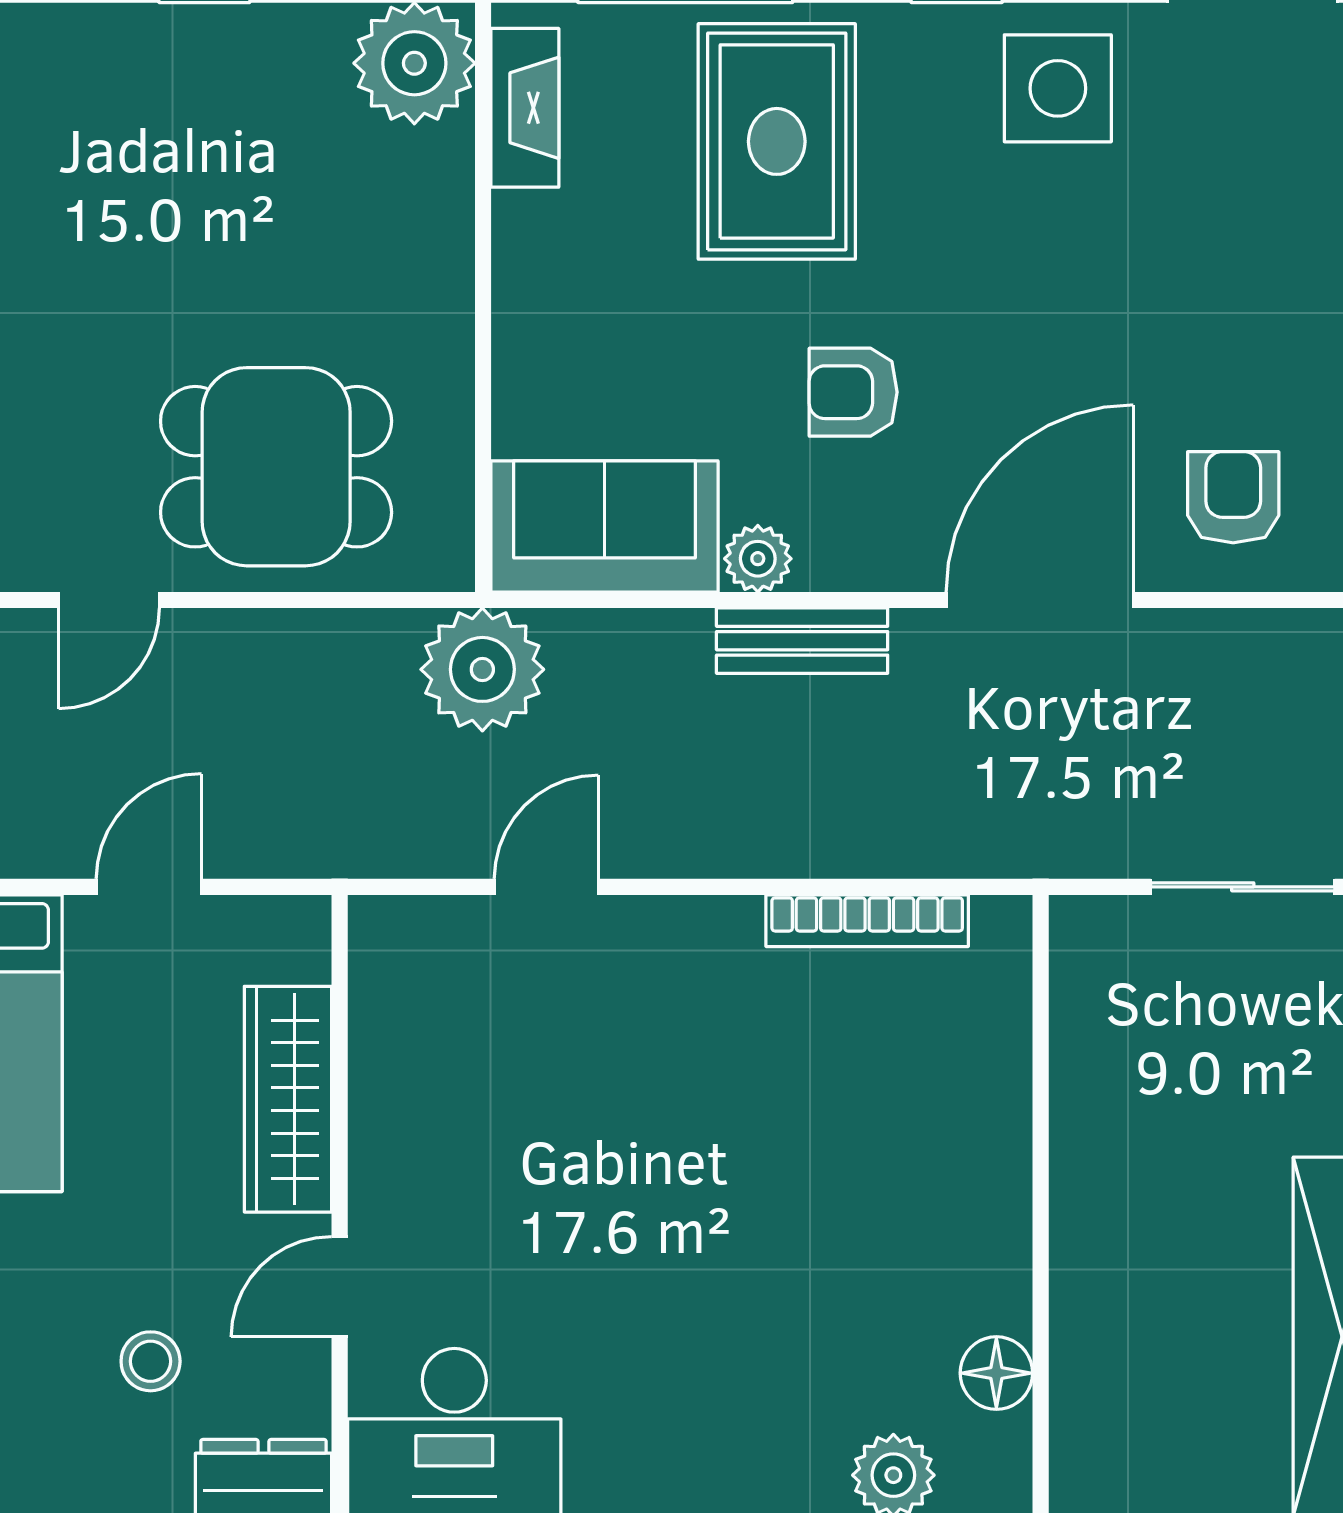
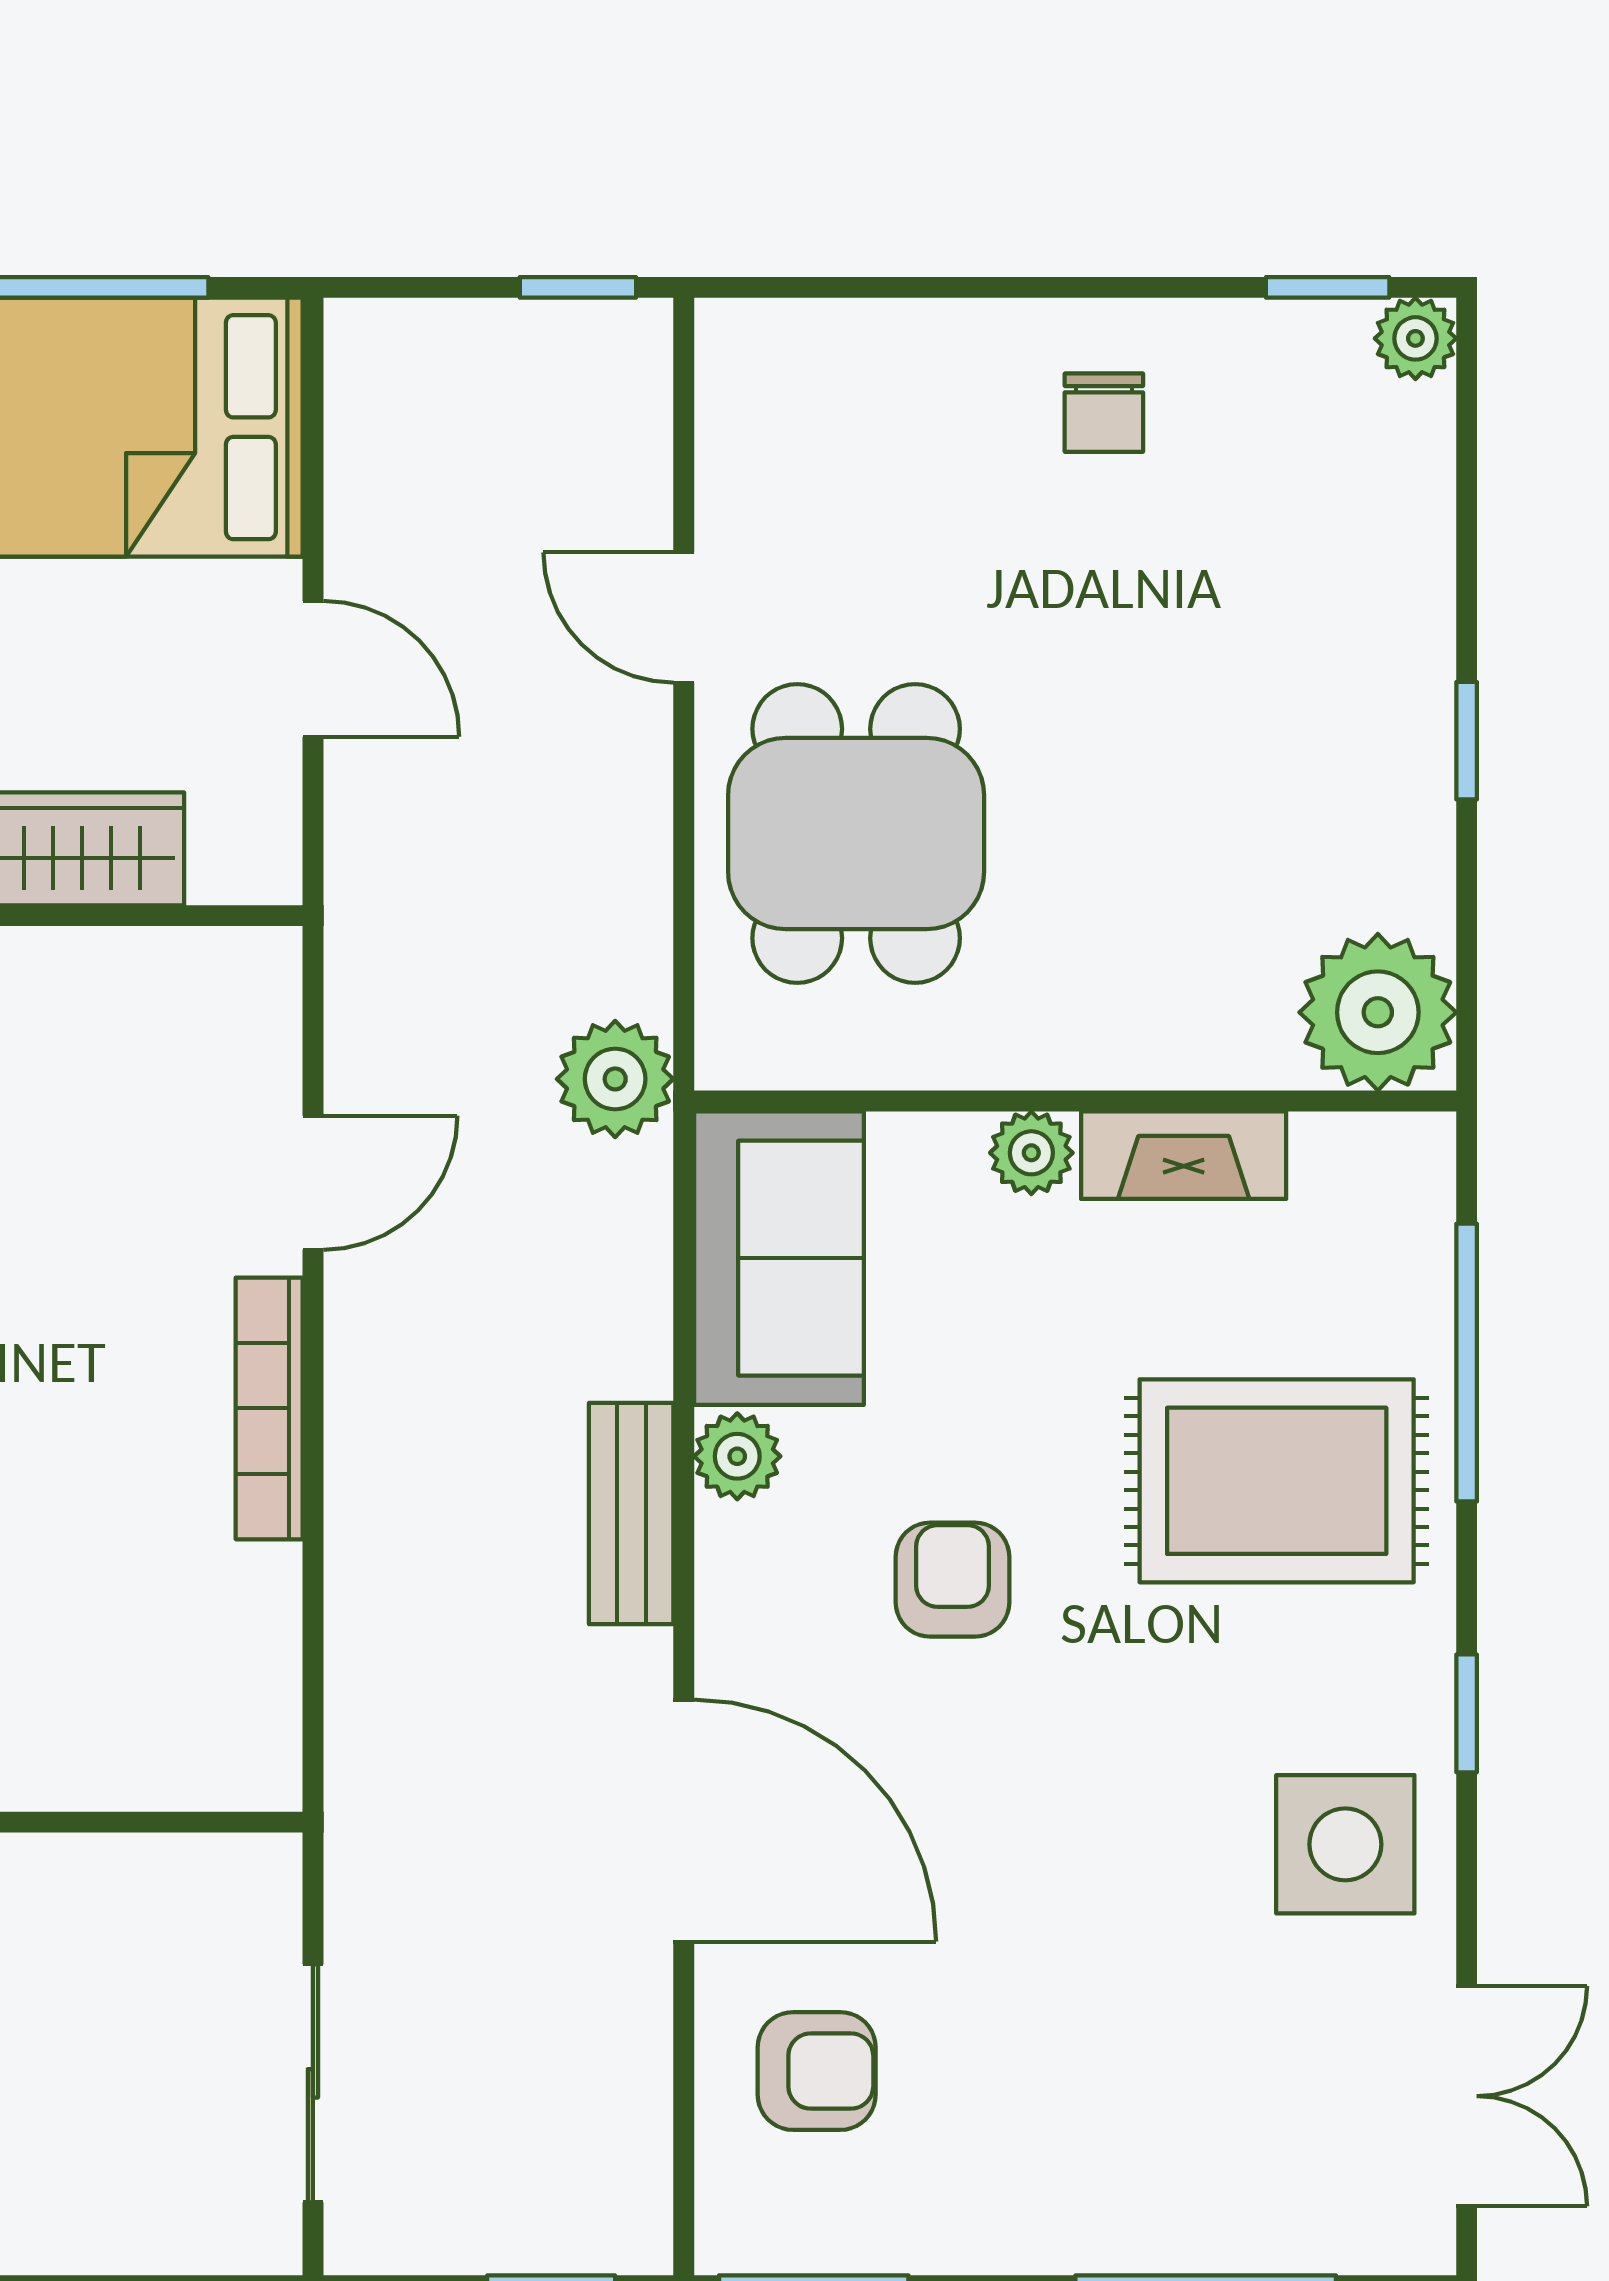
fireplace: (525, 108) -> (1184, 1155), moved
plant: (523, 331) -> (1031, 1153), added
plant: (482, 669) -> (615, 1079), width x0.73, depth x0.73
door: (546, 887) -> (313, 1183), hinge flipped
bookcase: (867, 921) -> (269, 1408), moved

